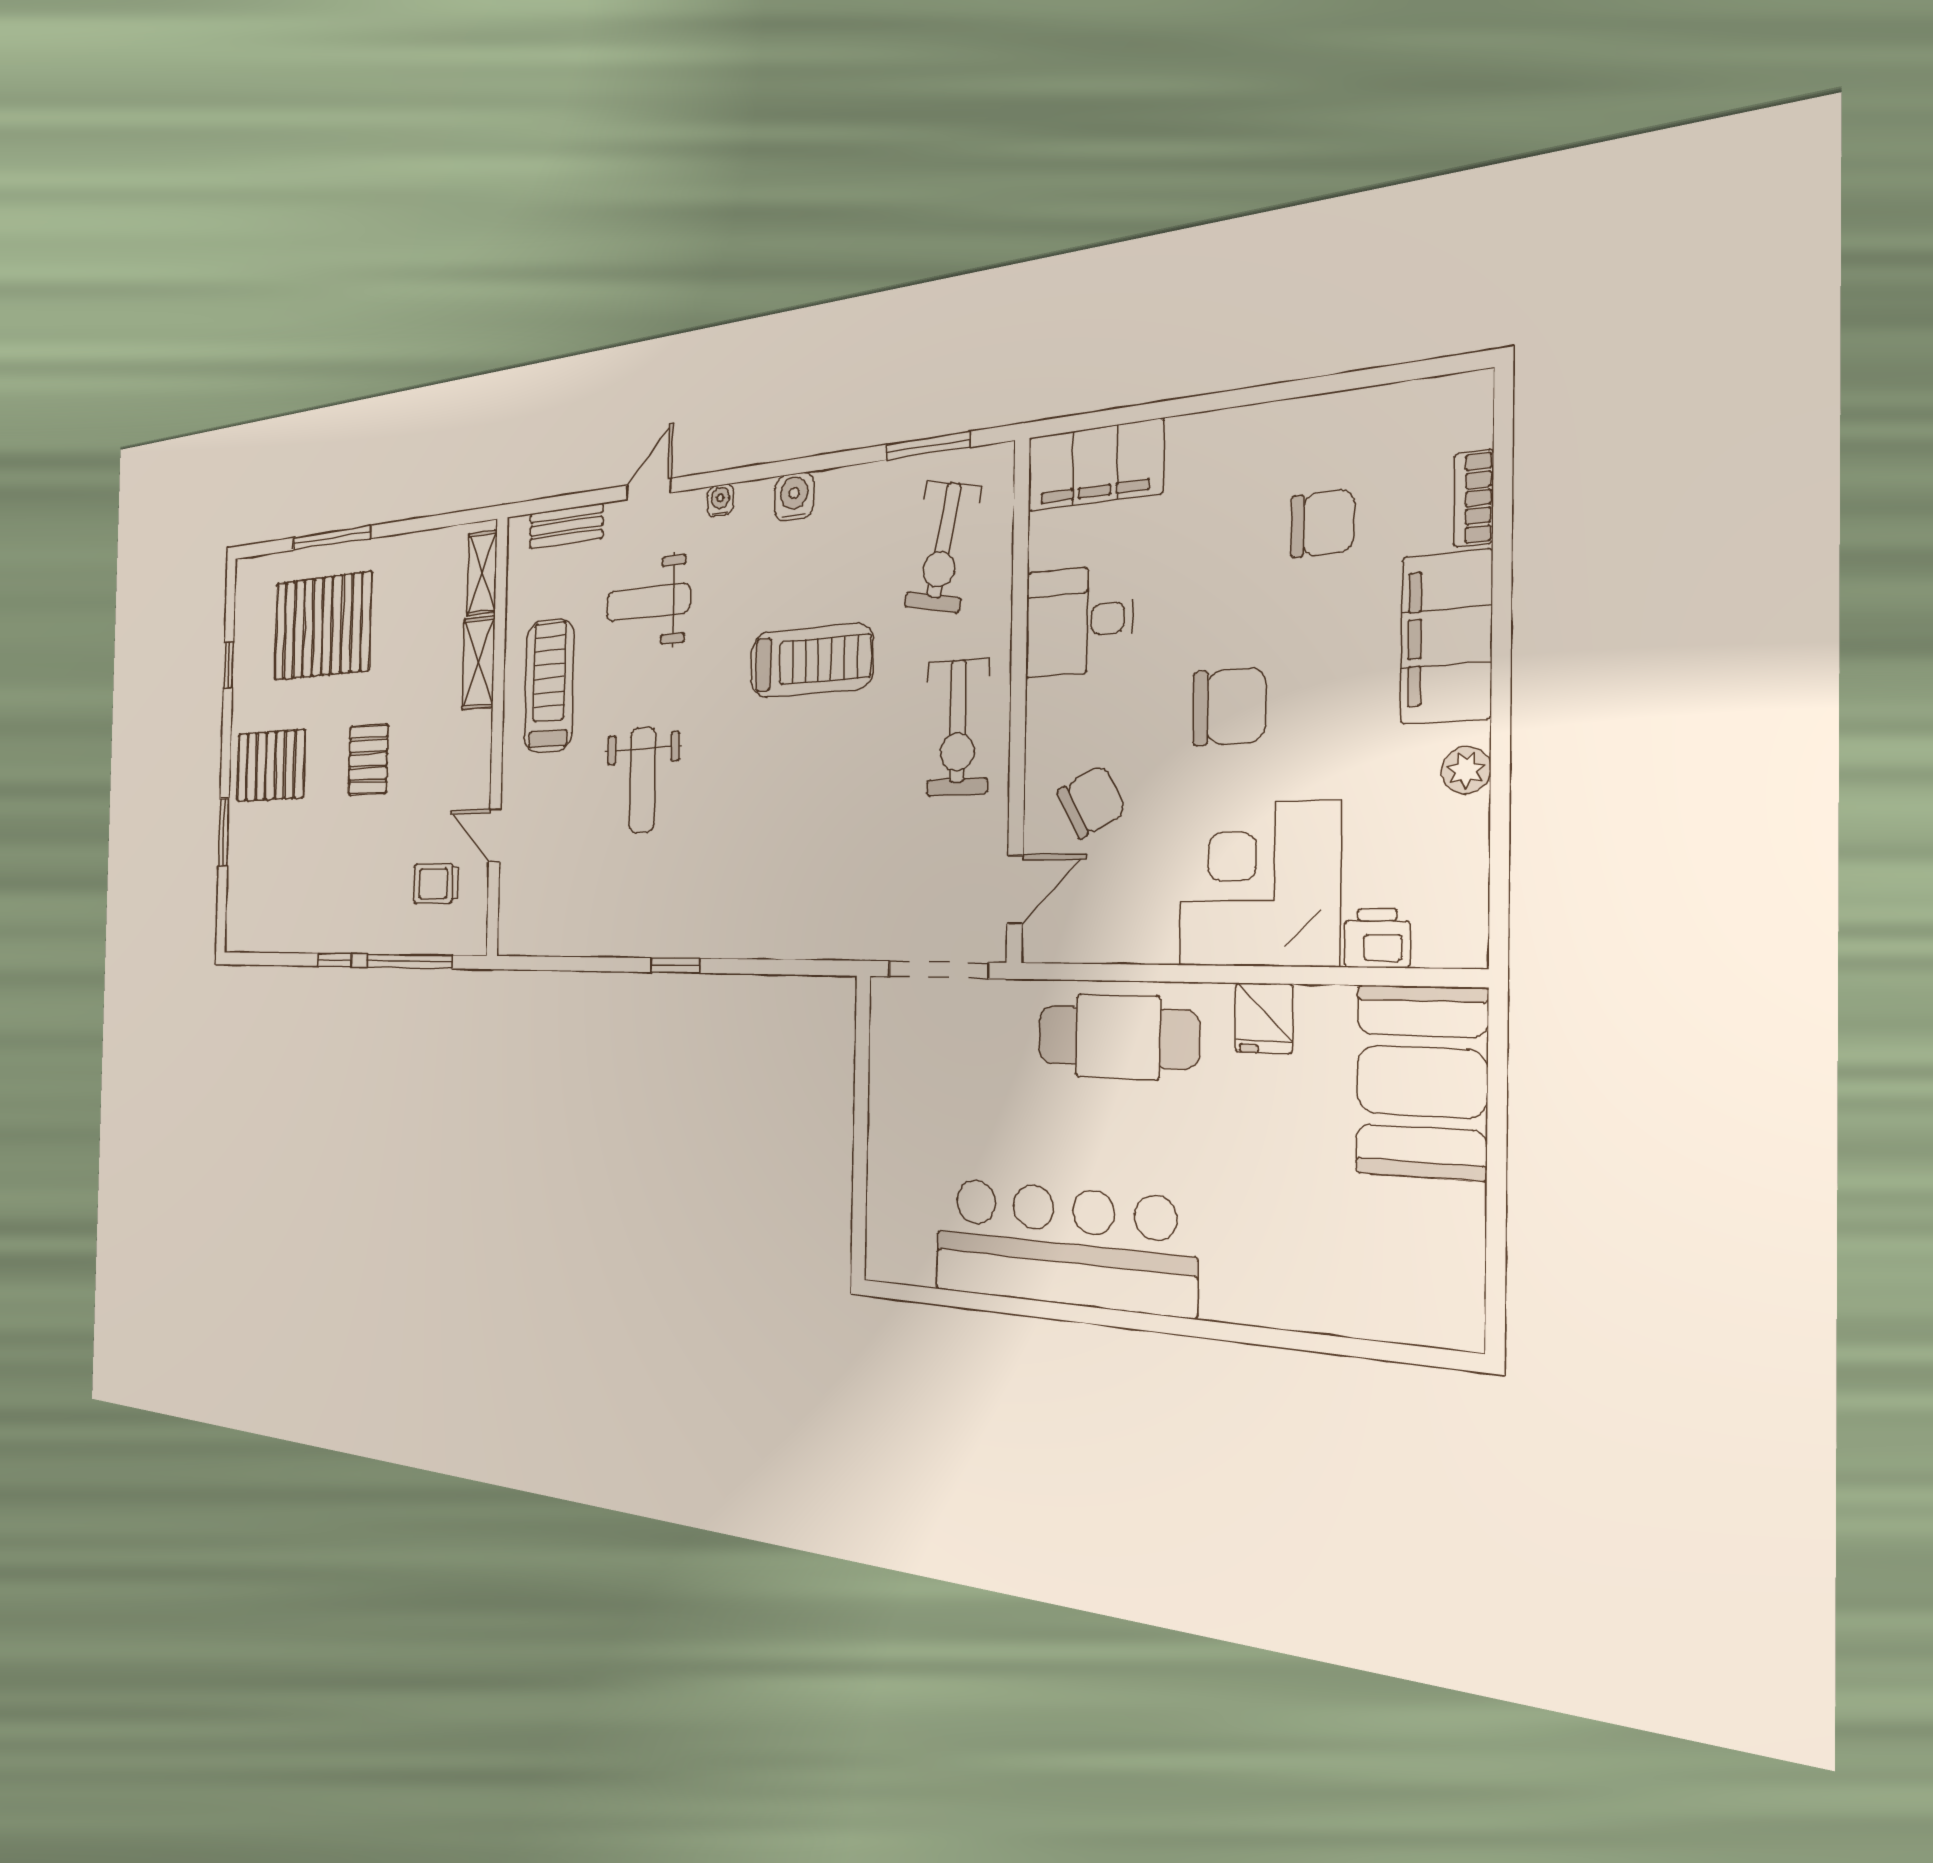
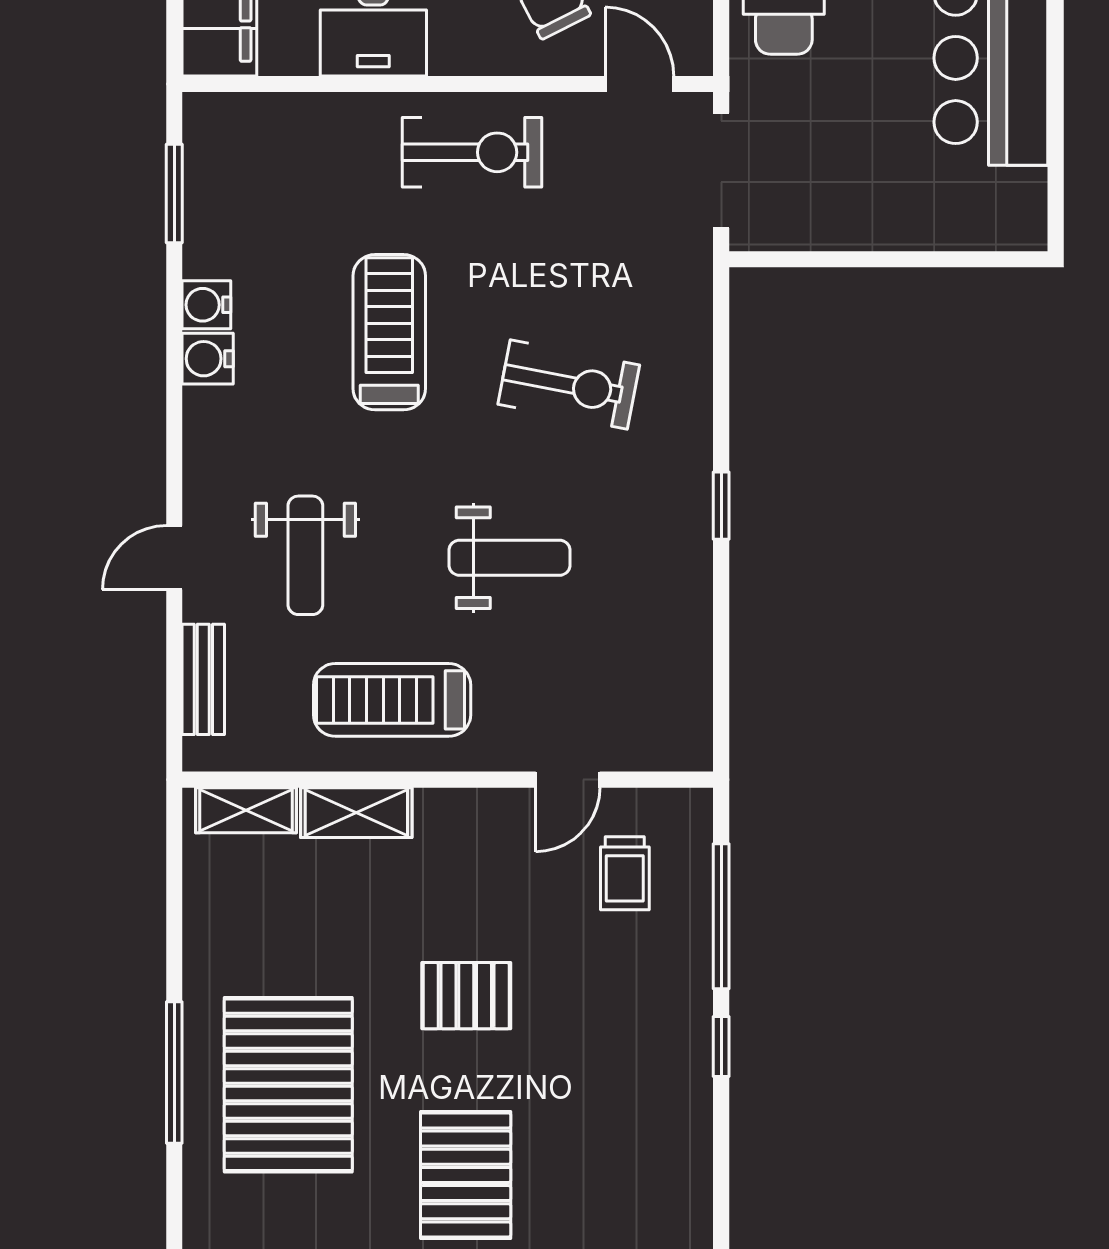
door: (649, 489) -> (174, 558), hinge flipped
water cooler: (720, 500) -> (206, 305), moved, width x1.38, depth x1.38
exercise bike: (943, 547) -> (569, 385), moved

